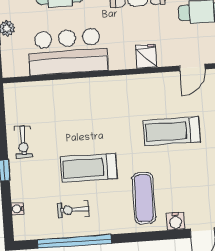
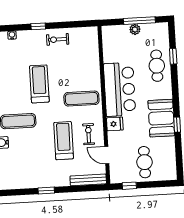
bar counter: (68, 52) -> (120, 89), moved
exercise mat: (110, 106) -> (81, 99), added
exercise bike: (73, 210) -> (89, 134), moved

